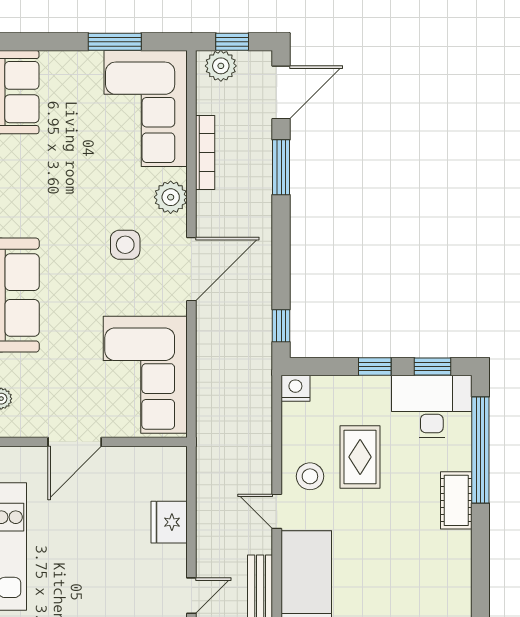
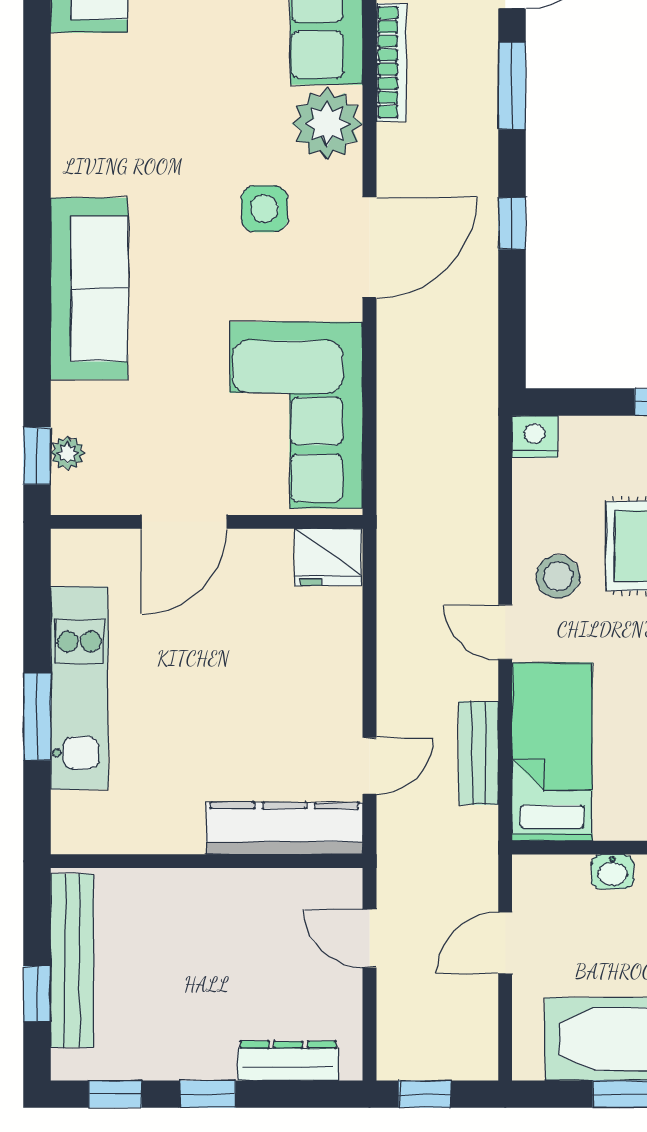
plant: (171, 197) -> (327, 124), width x1.36, depth x1.36
window: (281, 326) -> (512, 223), moved
fridge: (169, 522) -> (328, 557), moved, turned -90

